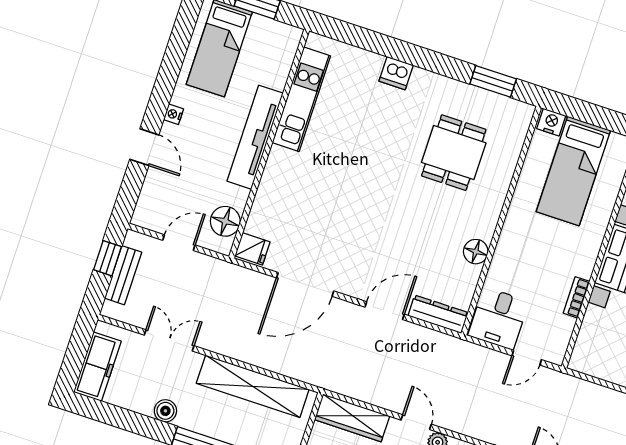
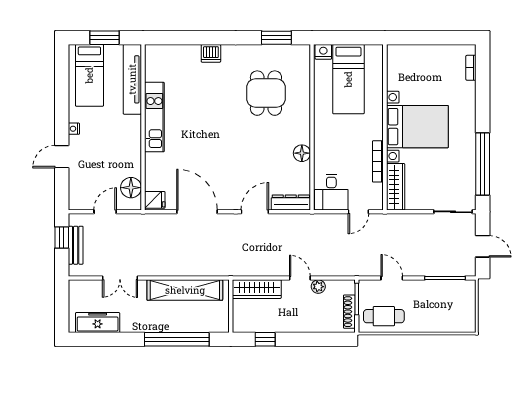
kitchen unit: (301, 99) -> (154, 117), moved
tv unit: (255, 137) -> (132, 79), moved
door: (144, 147) -> (62, 157), swing flipped
door: (305, 284) -> (197, 212), swing flipped
bookcase: (576, 297) -> (378, 161), width x1.56
double door: (169, 340) -> (120, 278), swing flipped
wardrobe: (589, 340) -> (396, 187), added
freezer: (97, 367) -> (98, 323), moved, turned -90
boiler: (165, 411) -> (133, 325), removed

